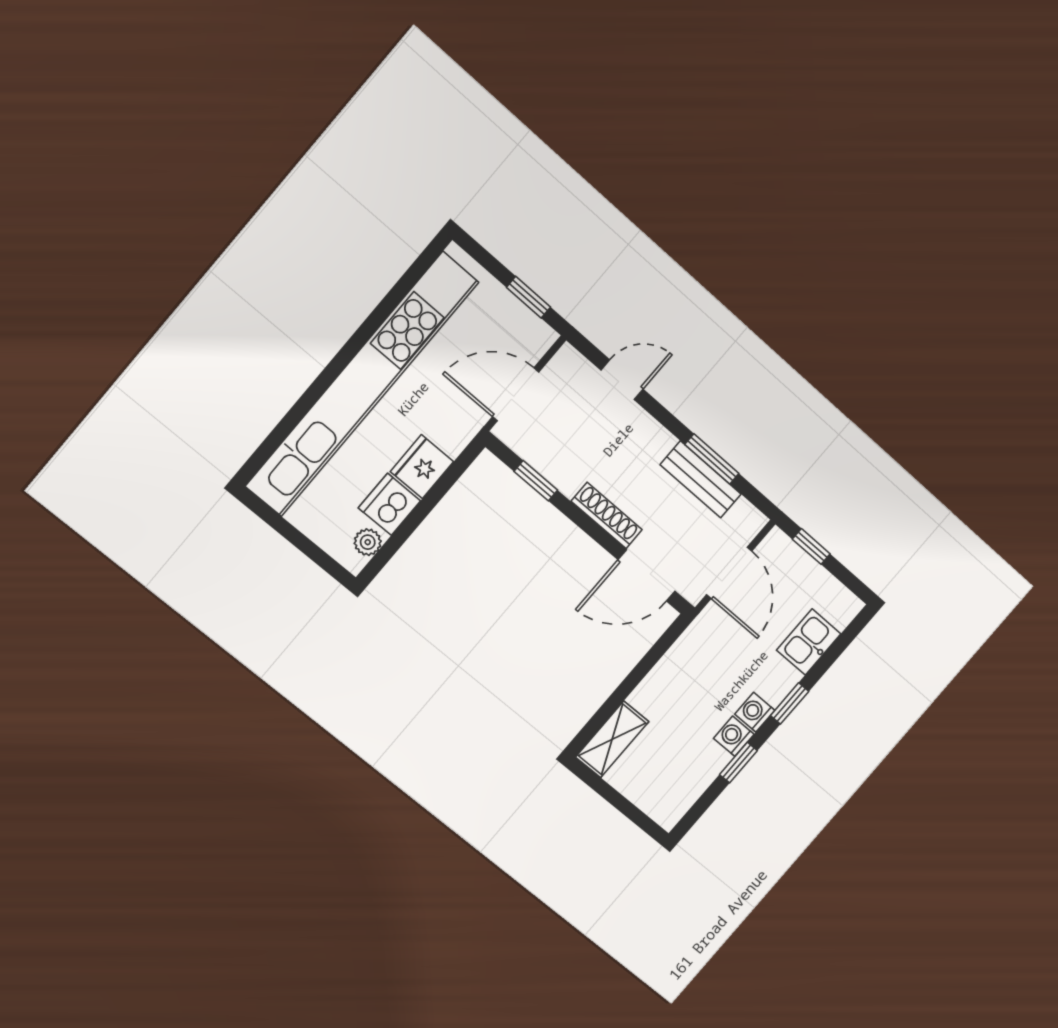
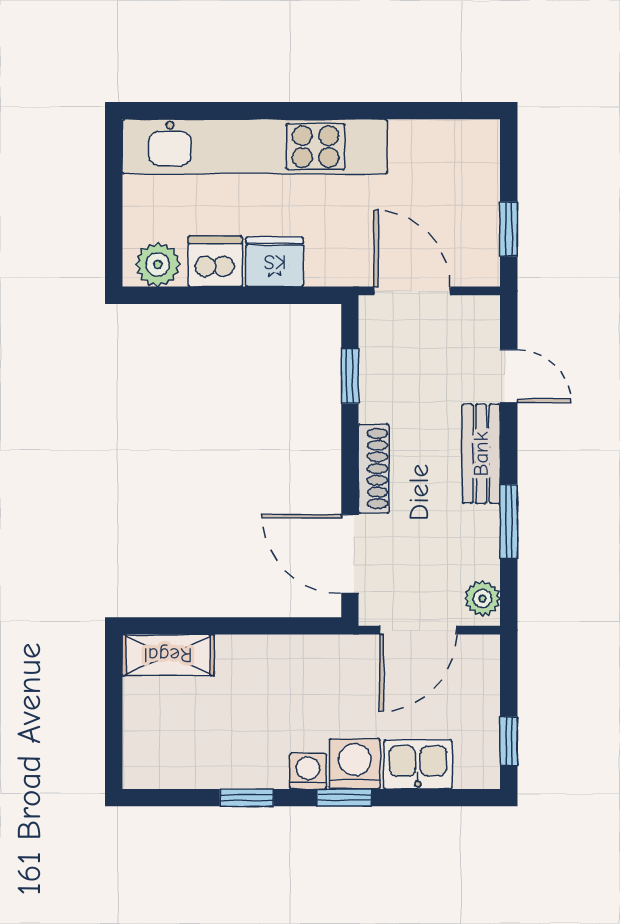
kitchen unit: (362, 385) -> (255, 147), width x0.73
bench: (701, 479) -> (481, 454), moved
plant: (744, 516) -> (482, 598), added
plant: (368, 542) -> (158, 264), width x1.38, depth x1.38
window: (811, 547) -> (509, 741), moved
washing machine: (734, 736) -> (355, 764), moved, width x1.38, depth x1.38

